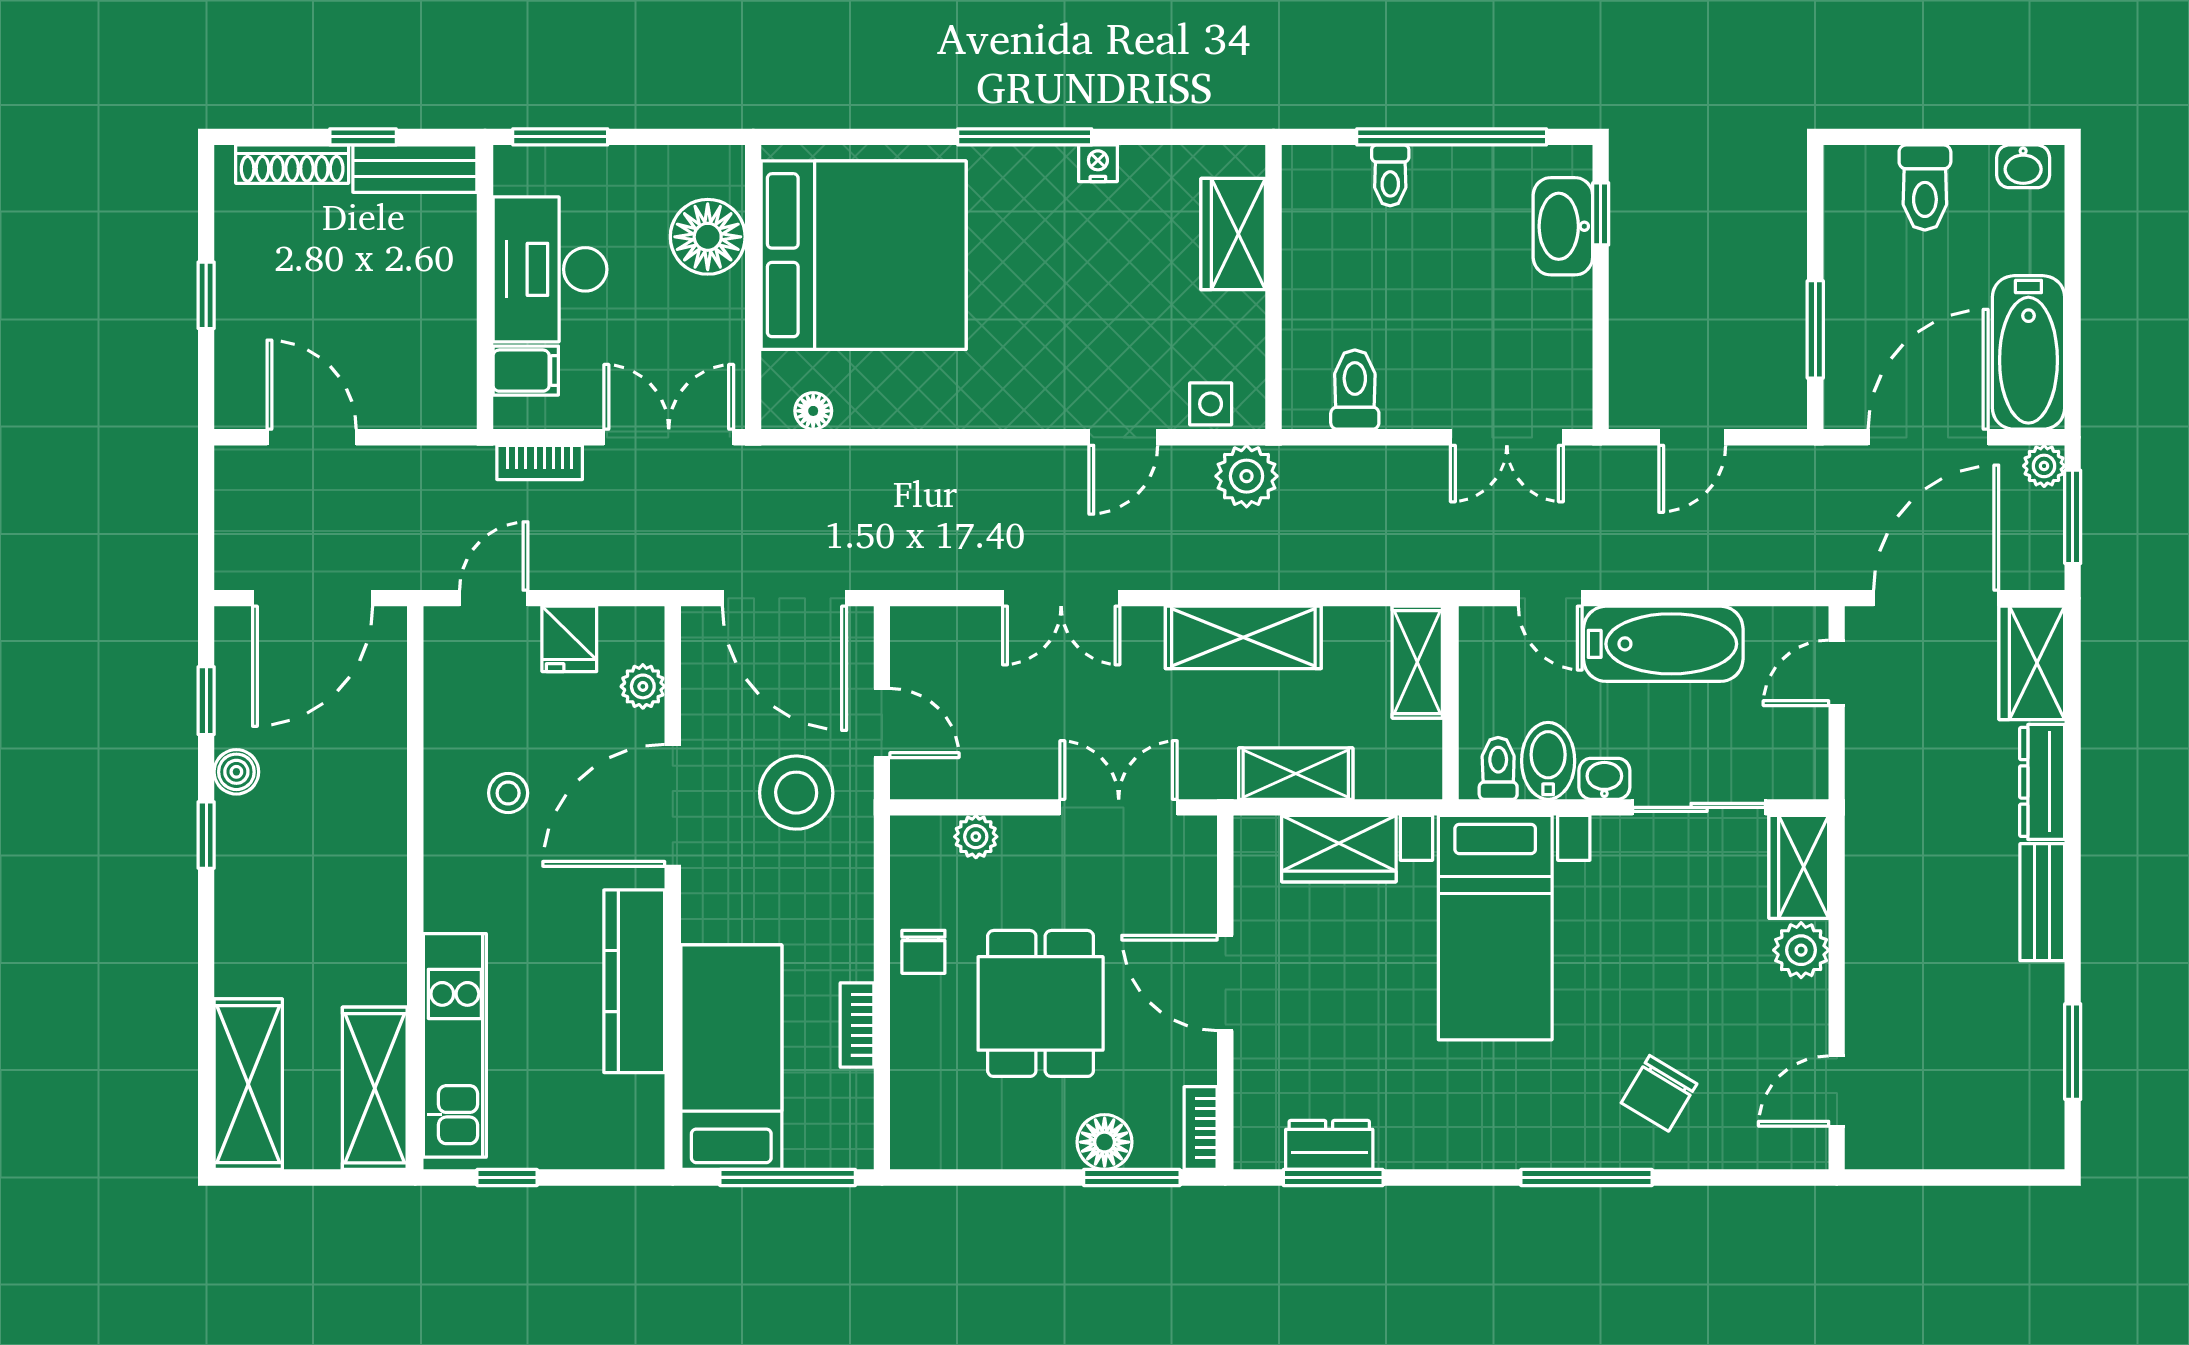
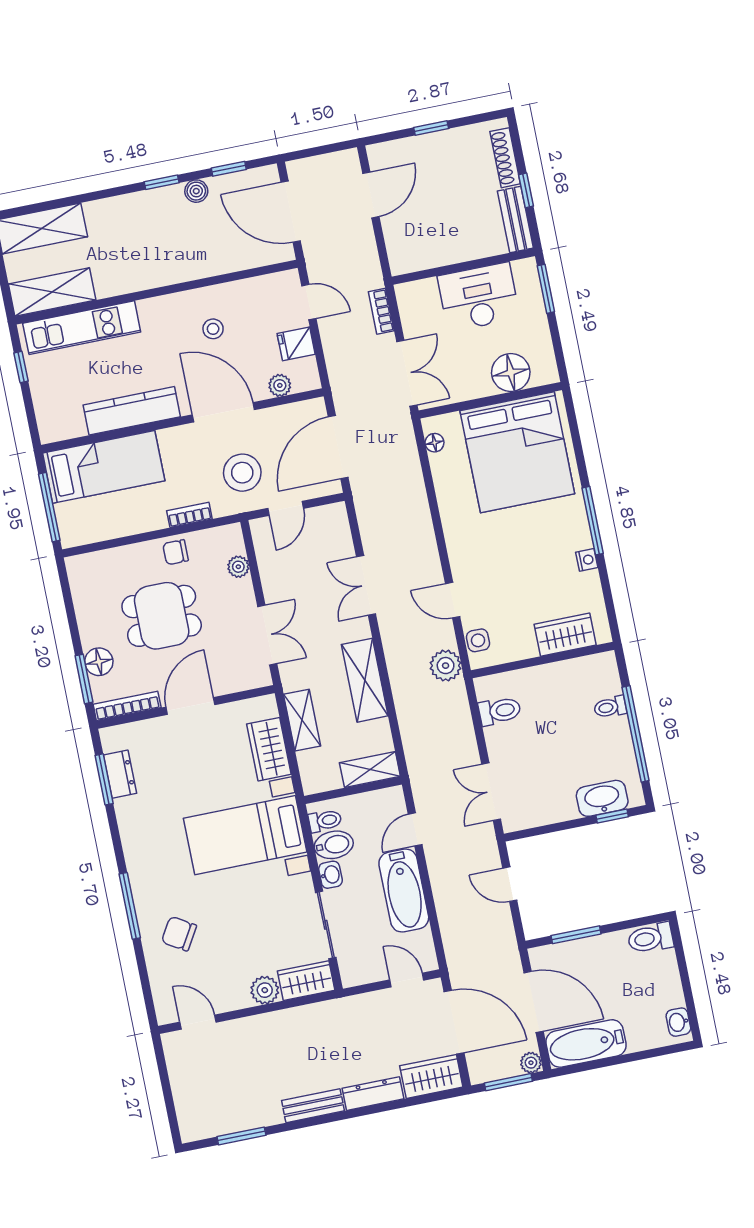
toilet: (1925, 188) -> (650, 938), moved
filing cabinet: (526, 371) -> (426, 295), removed
bookcase: (857, 1025) -> (189, 515), moved
bookcase: (1201, 1128) -> (127, 706), width x1.56

